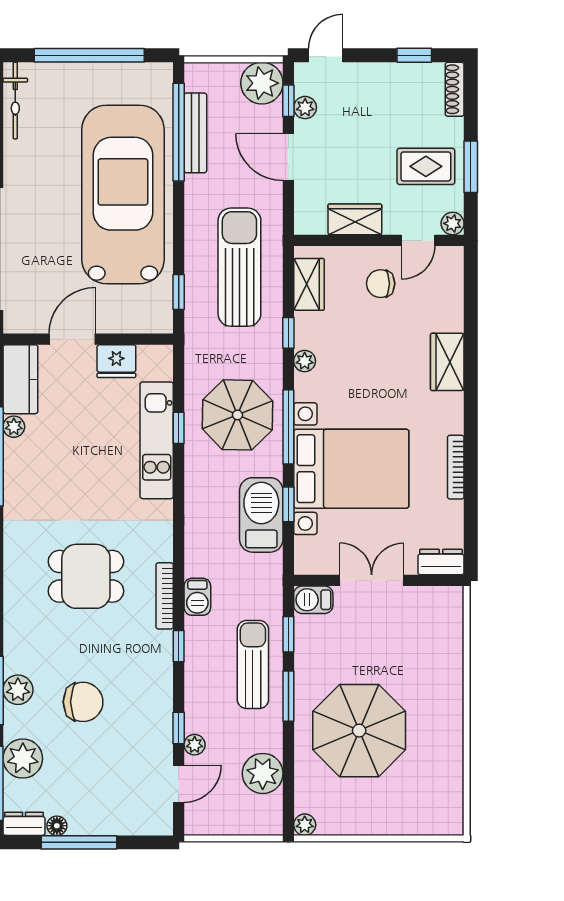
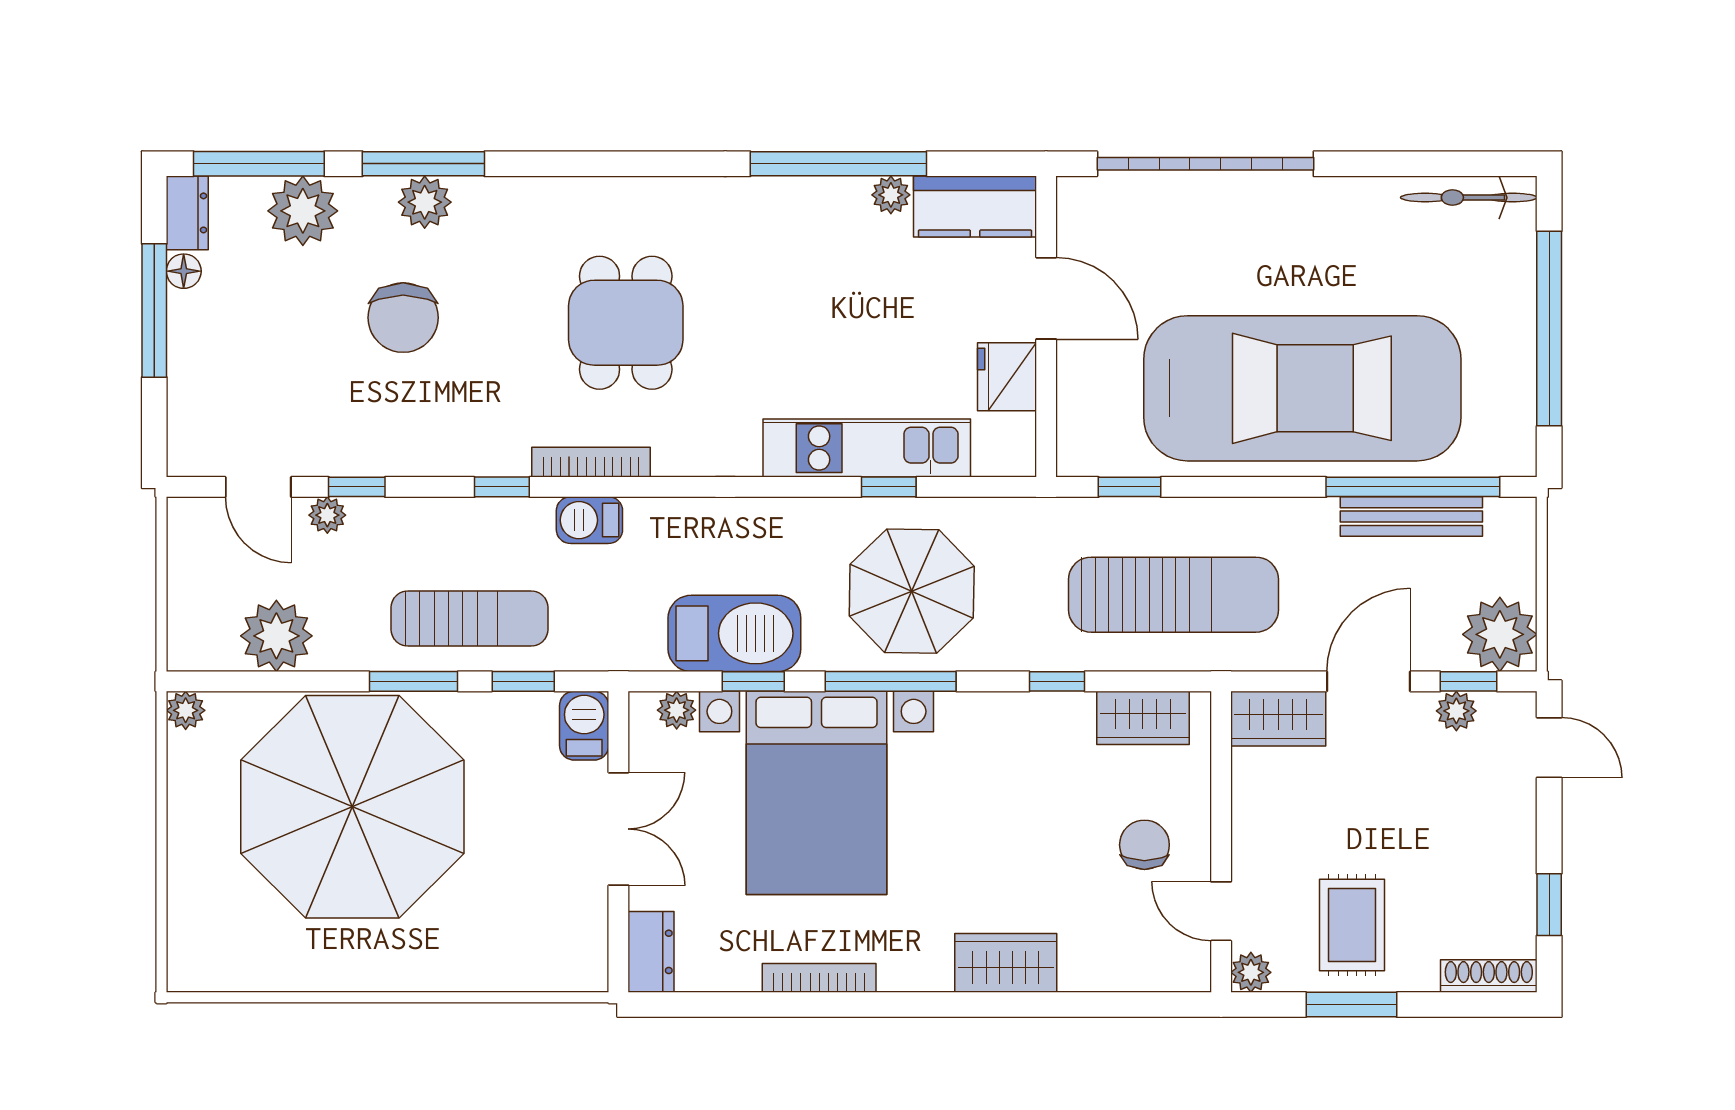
wardrobe: (355, 219) -> (1278, 719), moved, turned 90
plant: (305, 361) -> (677, 710), moved
parasol: (359, 731) -> (352, 807), width x1.36, depth x1.36

